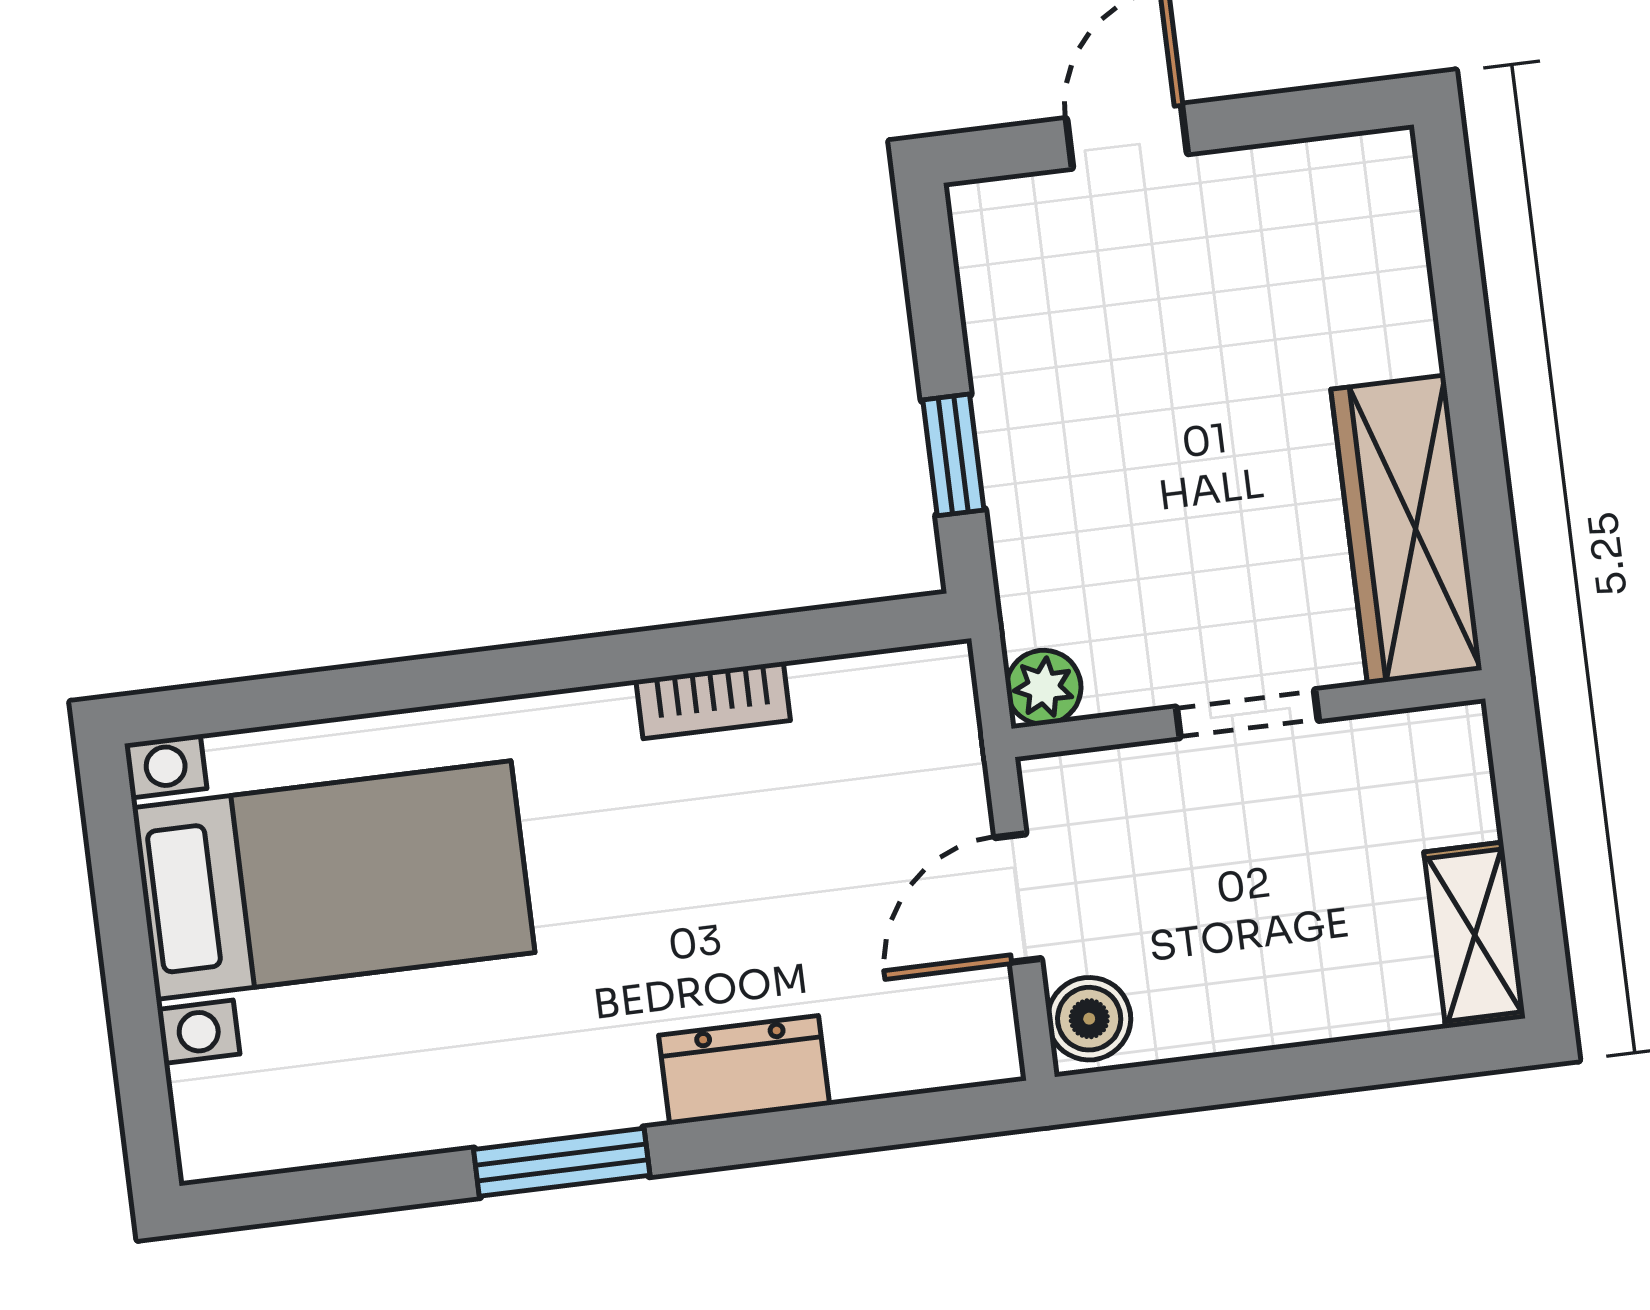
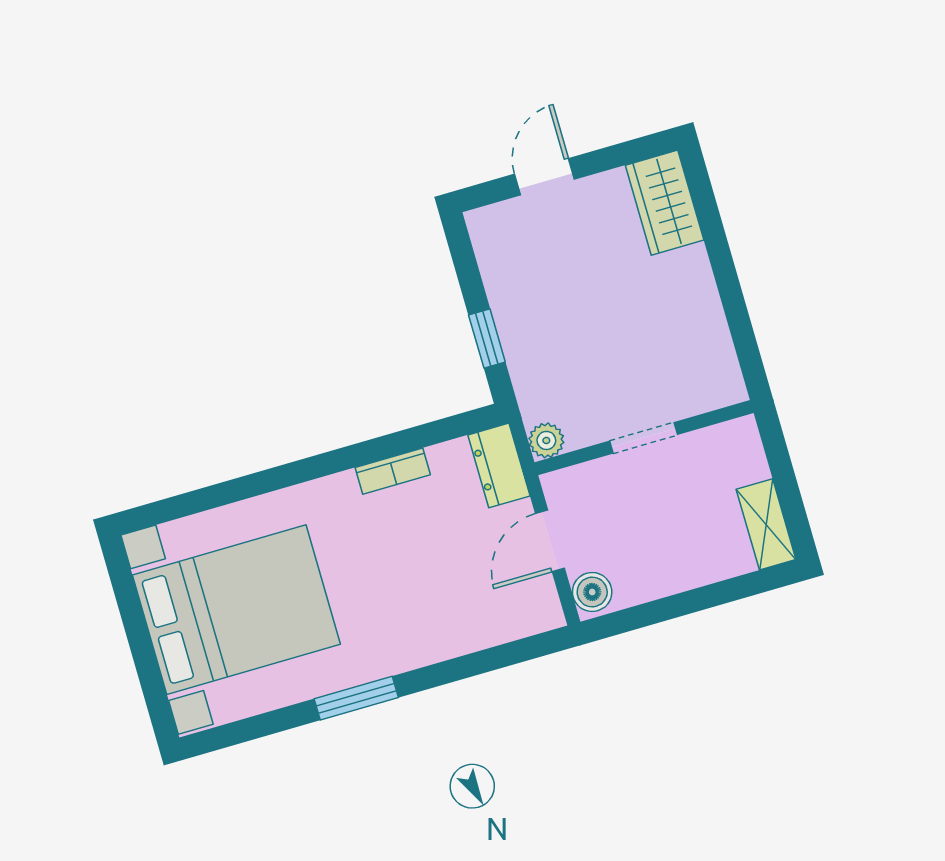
wardrobe: (1406, 530) -> (665, 203), moved, width x0.67
bed with nightstands: (334, 880) -> (236, 610), width x1.36
dresser: (744, 1070) -> (499, 465), moved, turned -90

